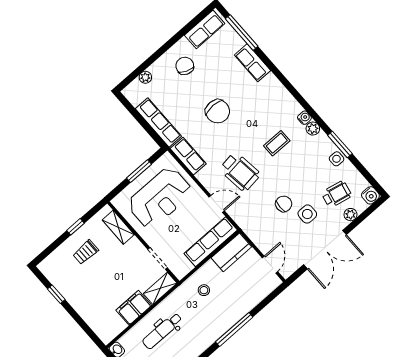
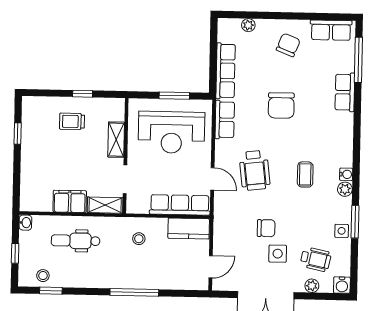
coffee table: (277, 143) -> (305, 174), turned 90
shelving: (118, 227) -> (116, 140), moved

